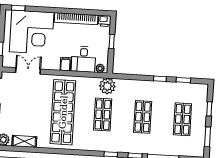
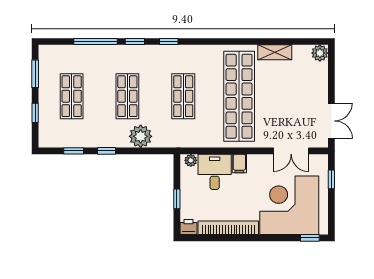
plant: (107, 86) -> (141, 136), moved
shelving: (24, 141) -> (275, 52), moved

